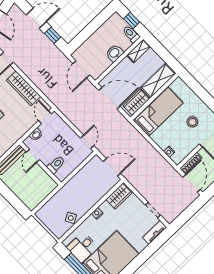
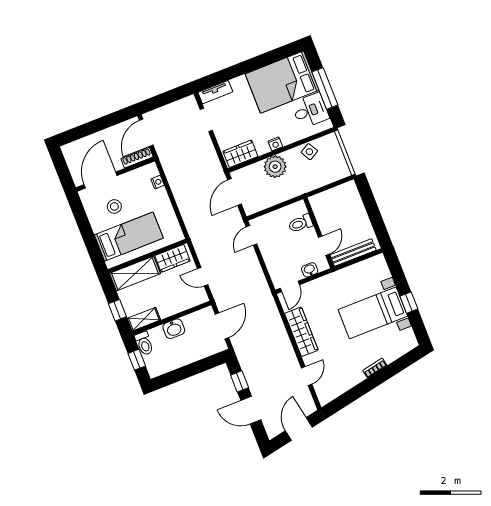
window: (160, 50) -> (117, 310), added
door: (109, 98) -> (203, 277), width x0.53
bed: (158, 112) -> (129, 237), moved, turned 180
door: (112, 167) -> (235, 192), hinge flipped
plant: (91, 197) -> (275, 167), added

